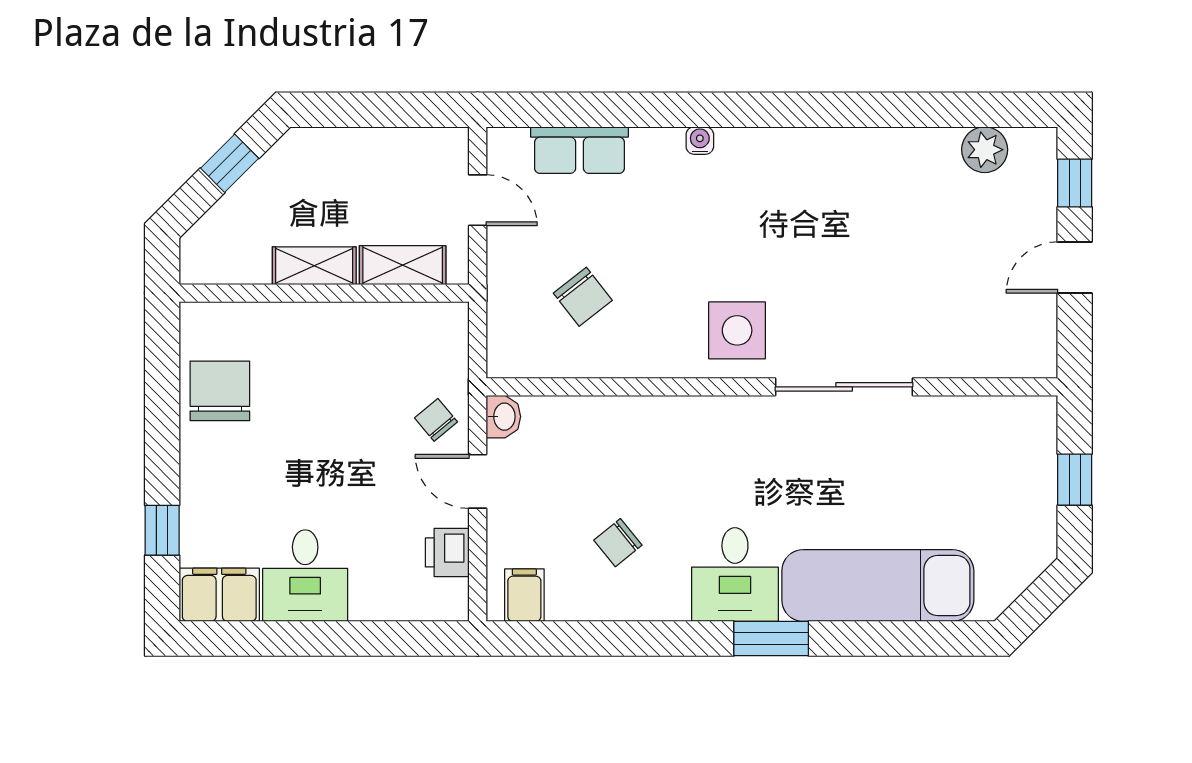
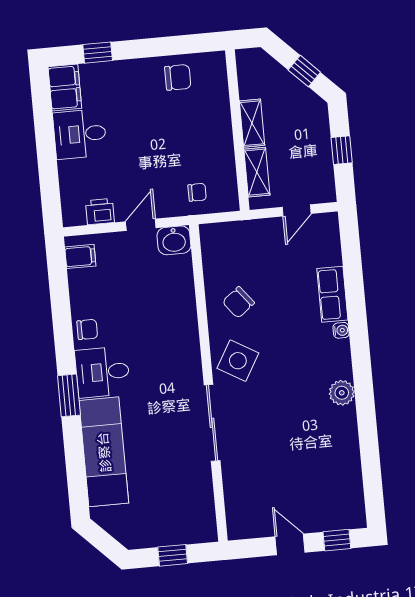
window: (377, 110) -> (342, 150), added
row of seats: (580, 150) -> (332, 294), moved
plant: (985, 150) -> (342, 393), moved
chair: (583, 297) -> (238, 302), moved
side table: (737, 330) -> (238, 361), turned 30
chair: (220, 391) -> (178, 77), width x0.73, depth x0.73
washbasin: (503, 417) -> (174, 240), width x1.38, depth x1.45
chair: (436, 420) -> (197, 192), moved, turned 40
chair: (618, 543) -> (87, 329), moved, turned 129

